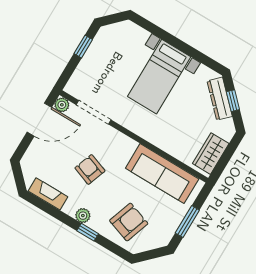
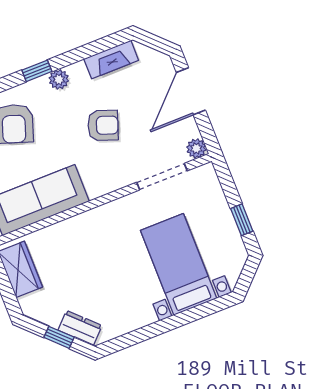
bed with nightstands: (159, 77) -> (179, 264), moved
dresser: (220, 99) -> (80, 328), width x0.70
door: (39, 120) -> (191, 91), moved

